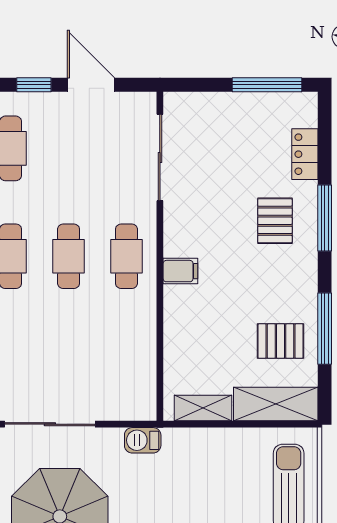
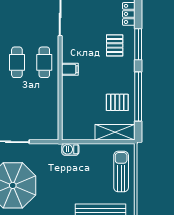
window: (325, 329) -> (138, 97), width x1.46
shelving: (203, 408) -> (81, 134), removed
barbecue: (143, 440) -> (70, 149), moved

